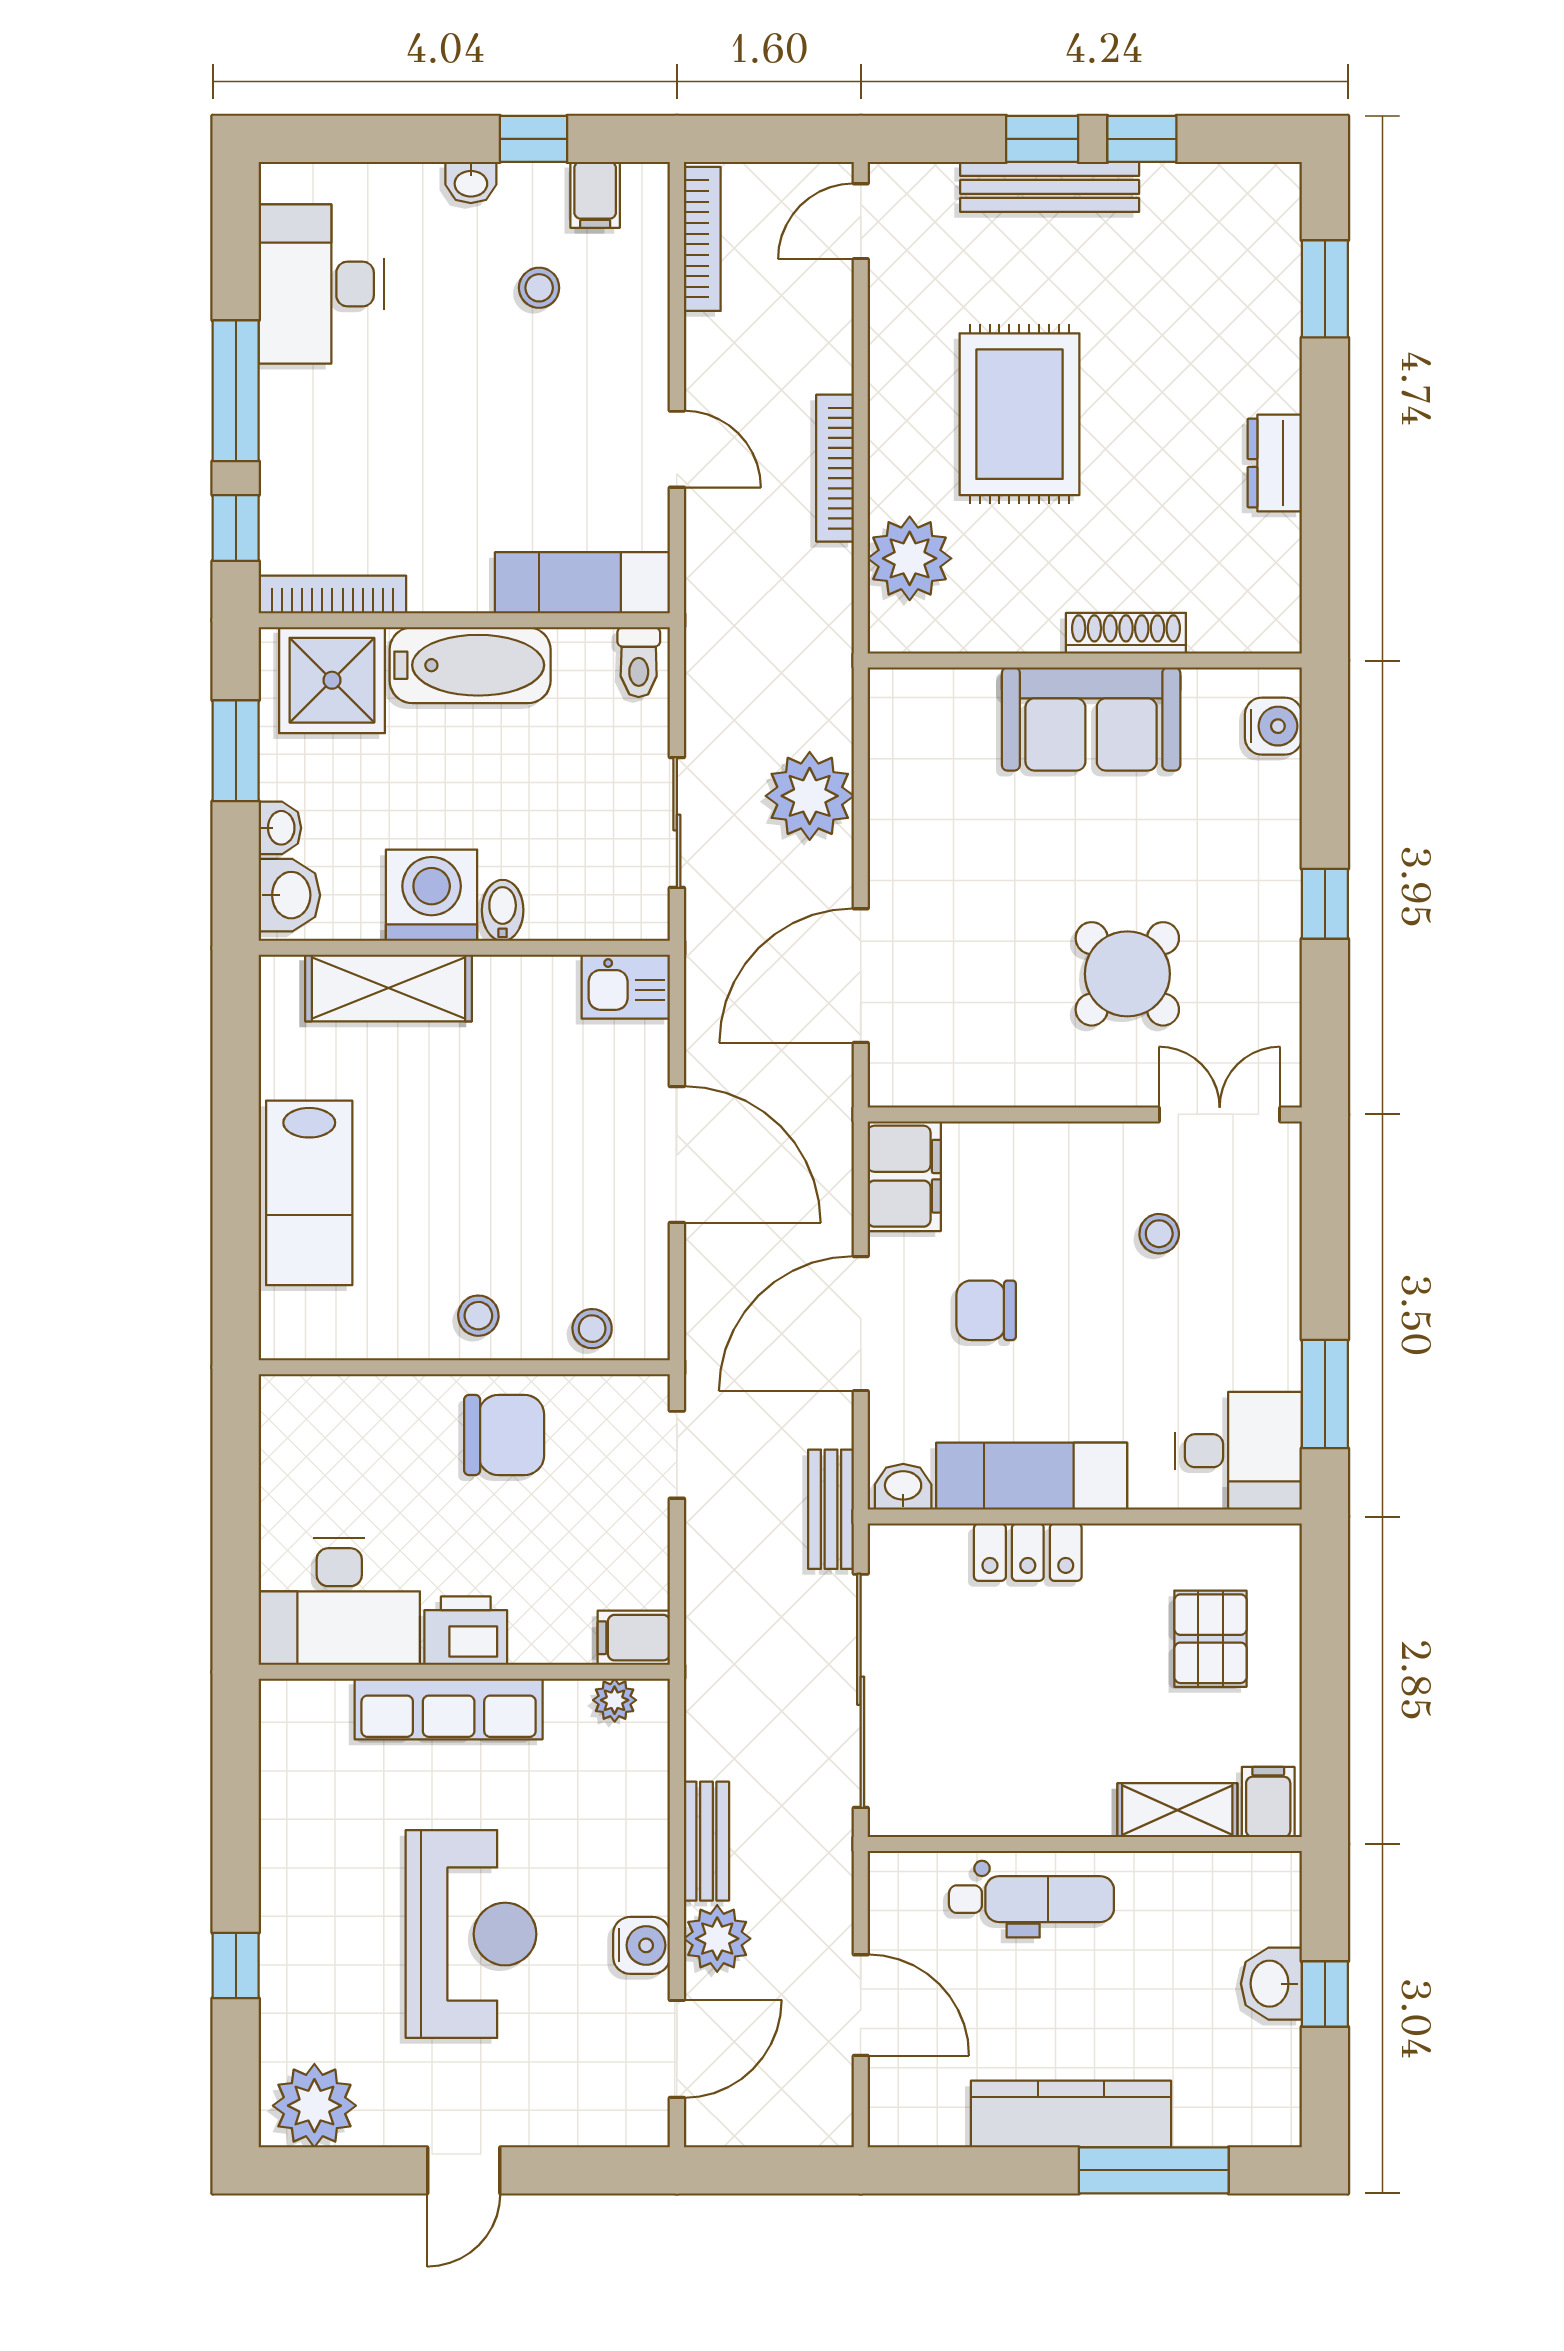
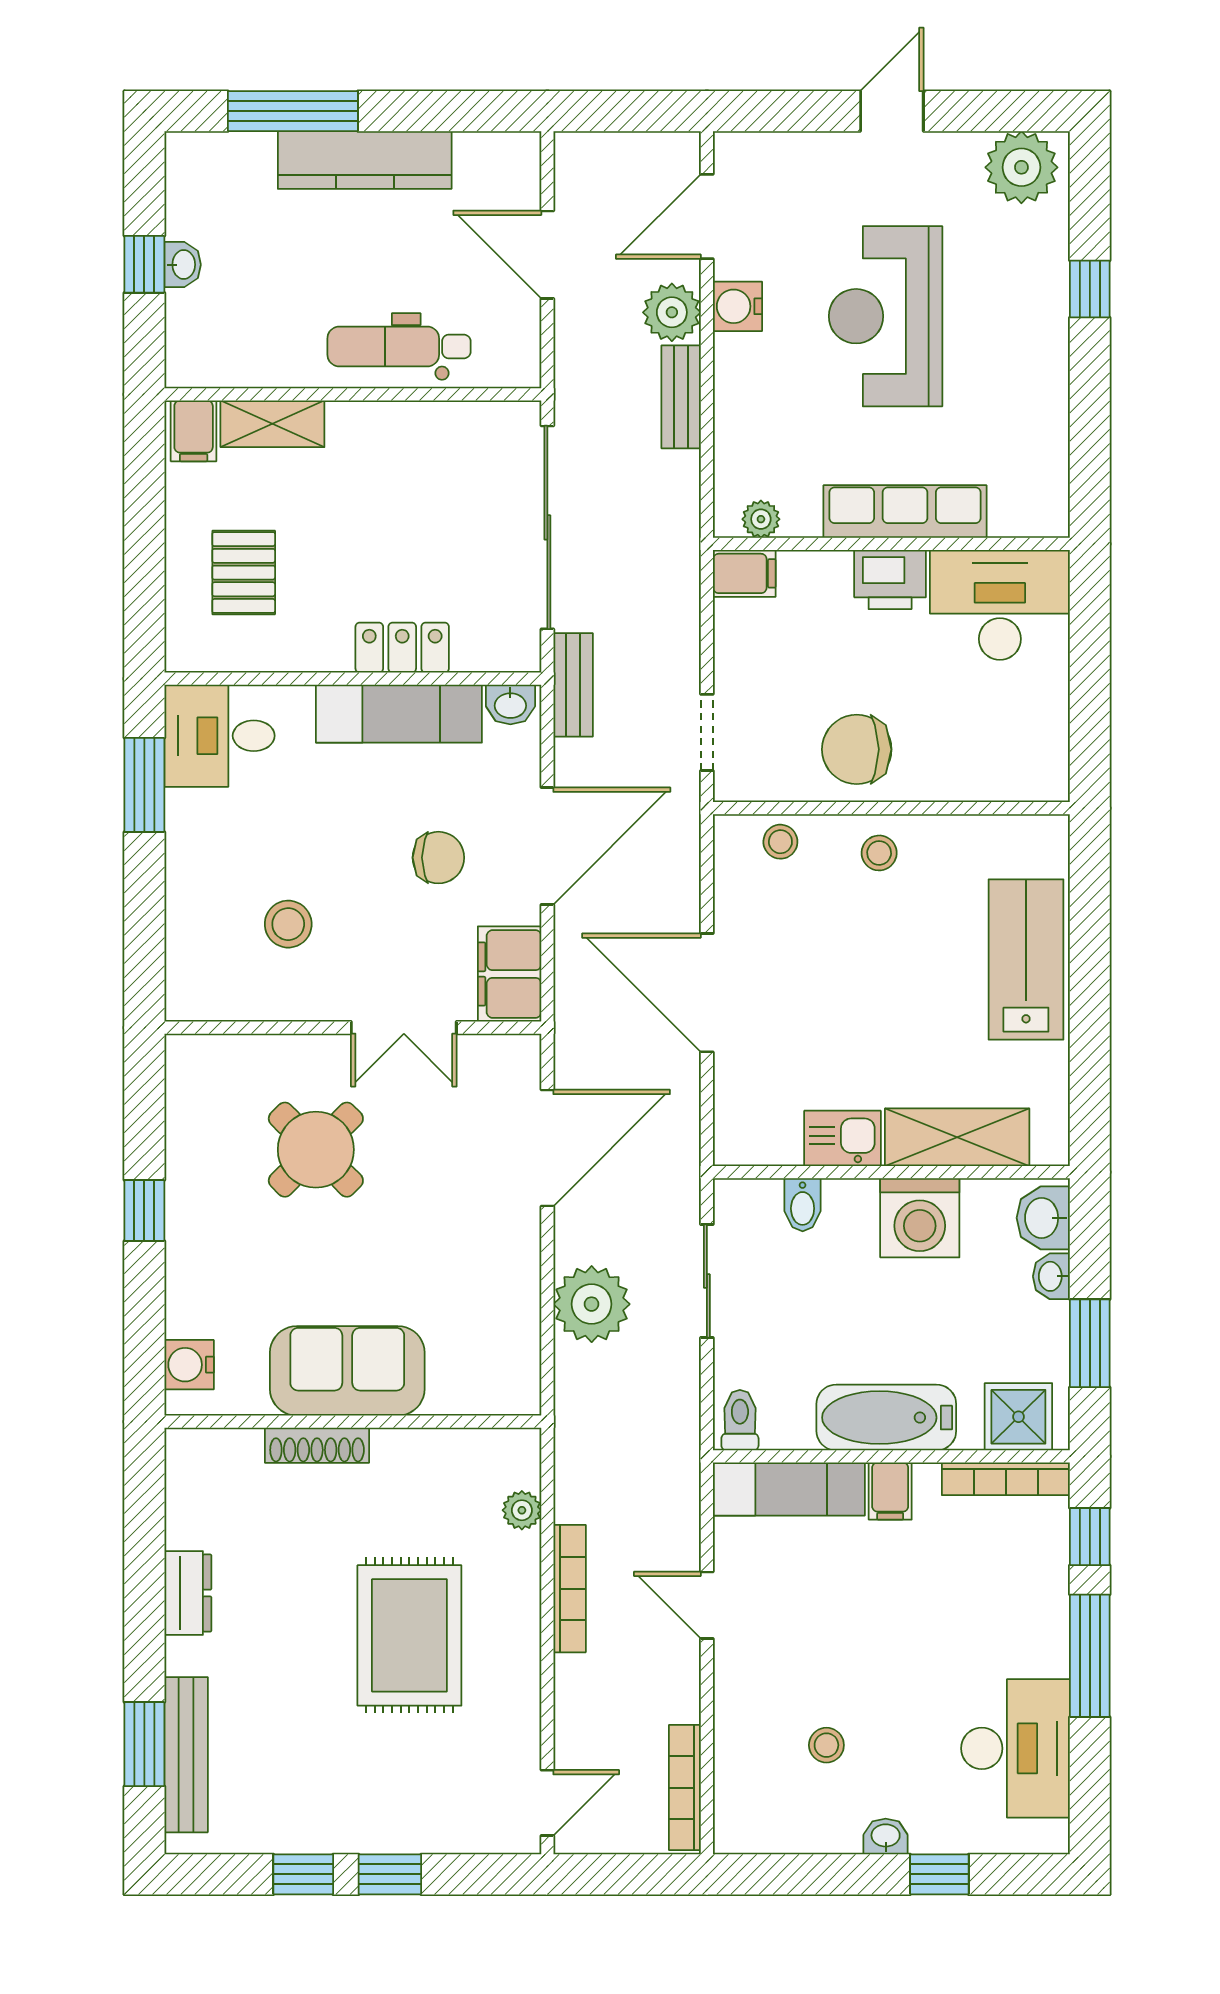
window: (533, 139) -> (939, 1874), moved
bench: (1050, 187) -> (186, 1755), moved, turned 90
filing cabinet: (595, 195) -> (890, 1491), moved, turned 180
plant: (910, 558) -> (522, 1510), width x0.53, depth x0.53
shower: (332, 680) -> (1018, 1417), width x0.73, depth x0.73
bidet: (503, 910) -> (803, 1205), moved
kitchen sink: (626, 987) -> (843, 1138), moved
double door: (1220, 1114) -> (404, 1028), moved
stool: (1159, 1234) -> (288, 924), width x1.37, depth x1.37
washbasin: (1271, 1984) -> (183, 265), width x0.72, depth x0.69

